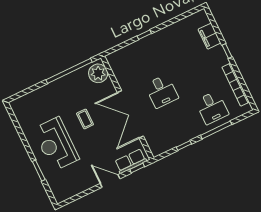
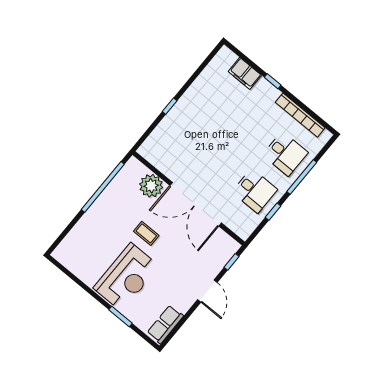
plant: (98, 73) -> (151, 186), moved
desk: (162, 91) -> (255, 191), moved
reception desk: (56, 144) -> (126, 277), turned -90
row of seats: (131, 161) -> (165, 324), moved
door: (110, 181) -> (207, 291), swing flipped

